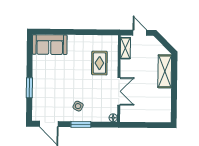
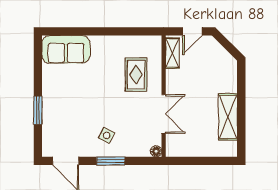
door: (140, 33) -> (192, 31), swing flipped
shelving: (165, 71) -> (228, 117), moved

